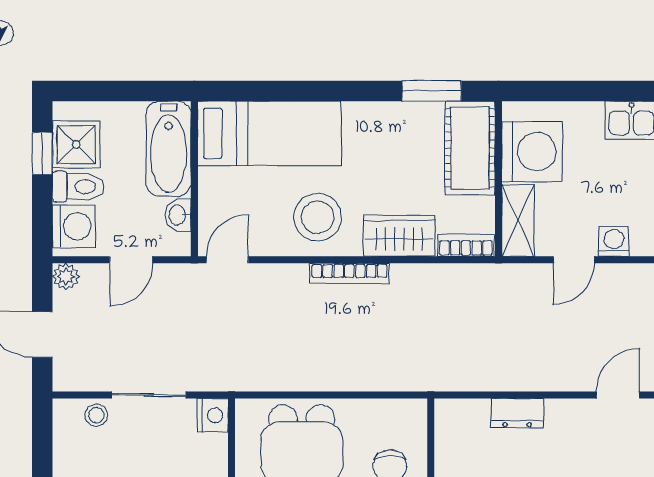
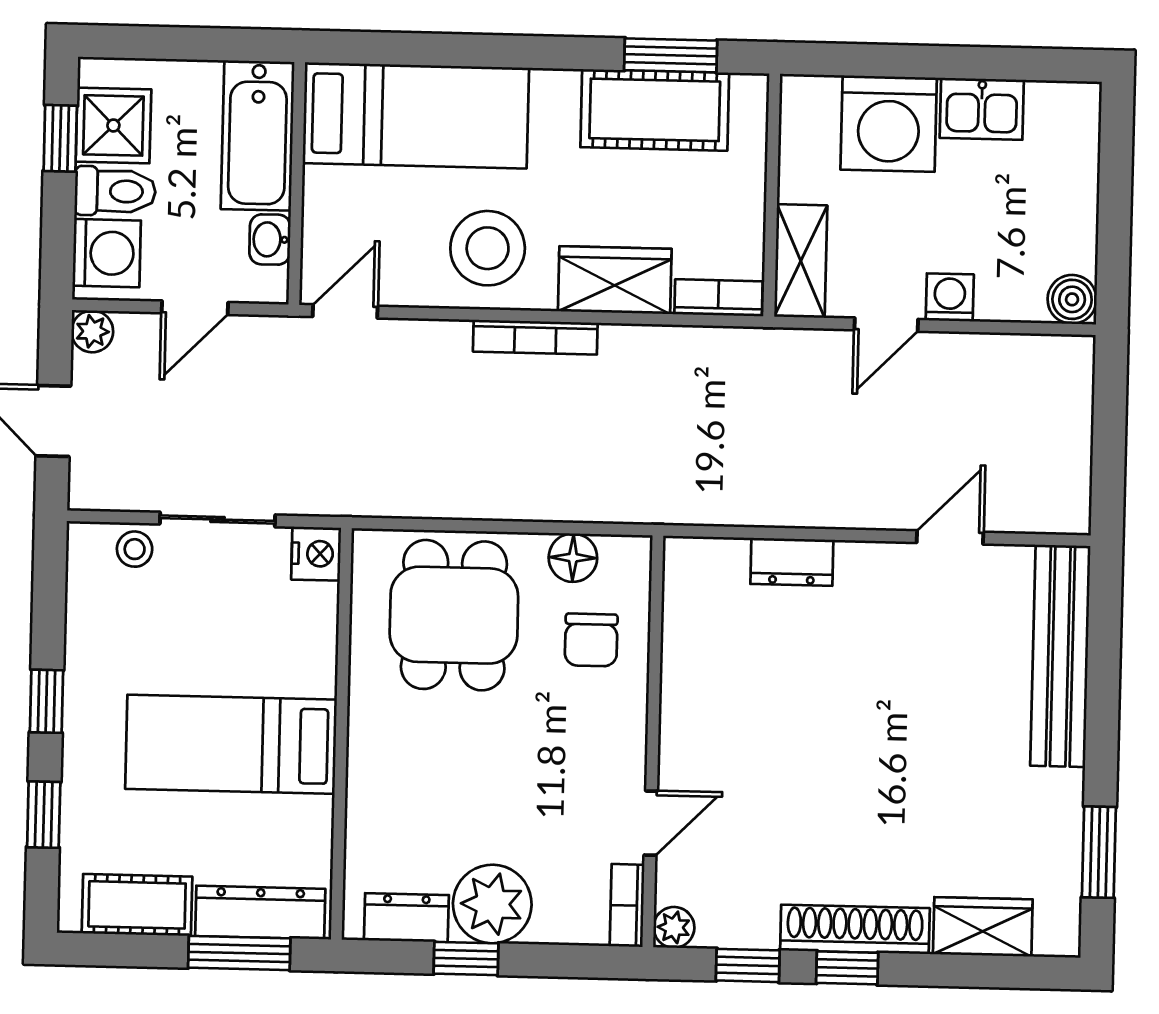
cot: (470, 148) -> (655, 110), moved, turned 90
washing machine: (532, 152) -> (889, 124), moved, turned 90
floor lamp: (377, 414) -> (573, 558), added

